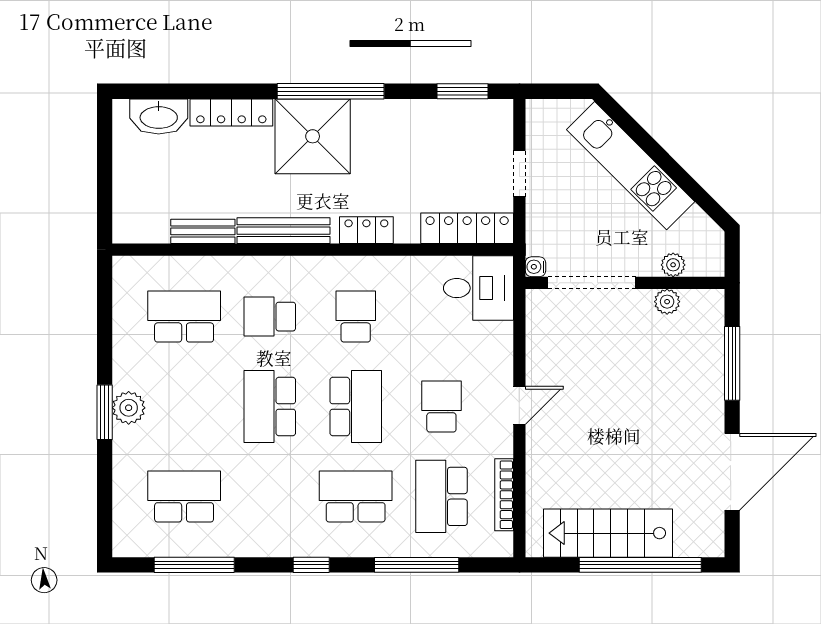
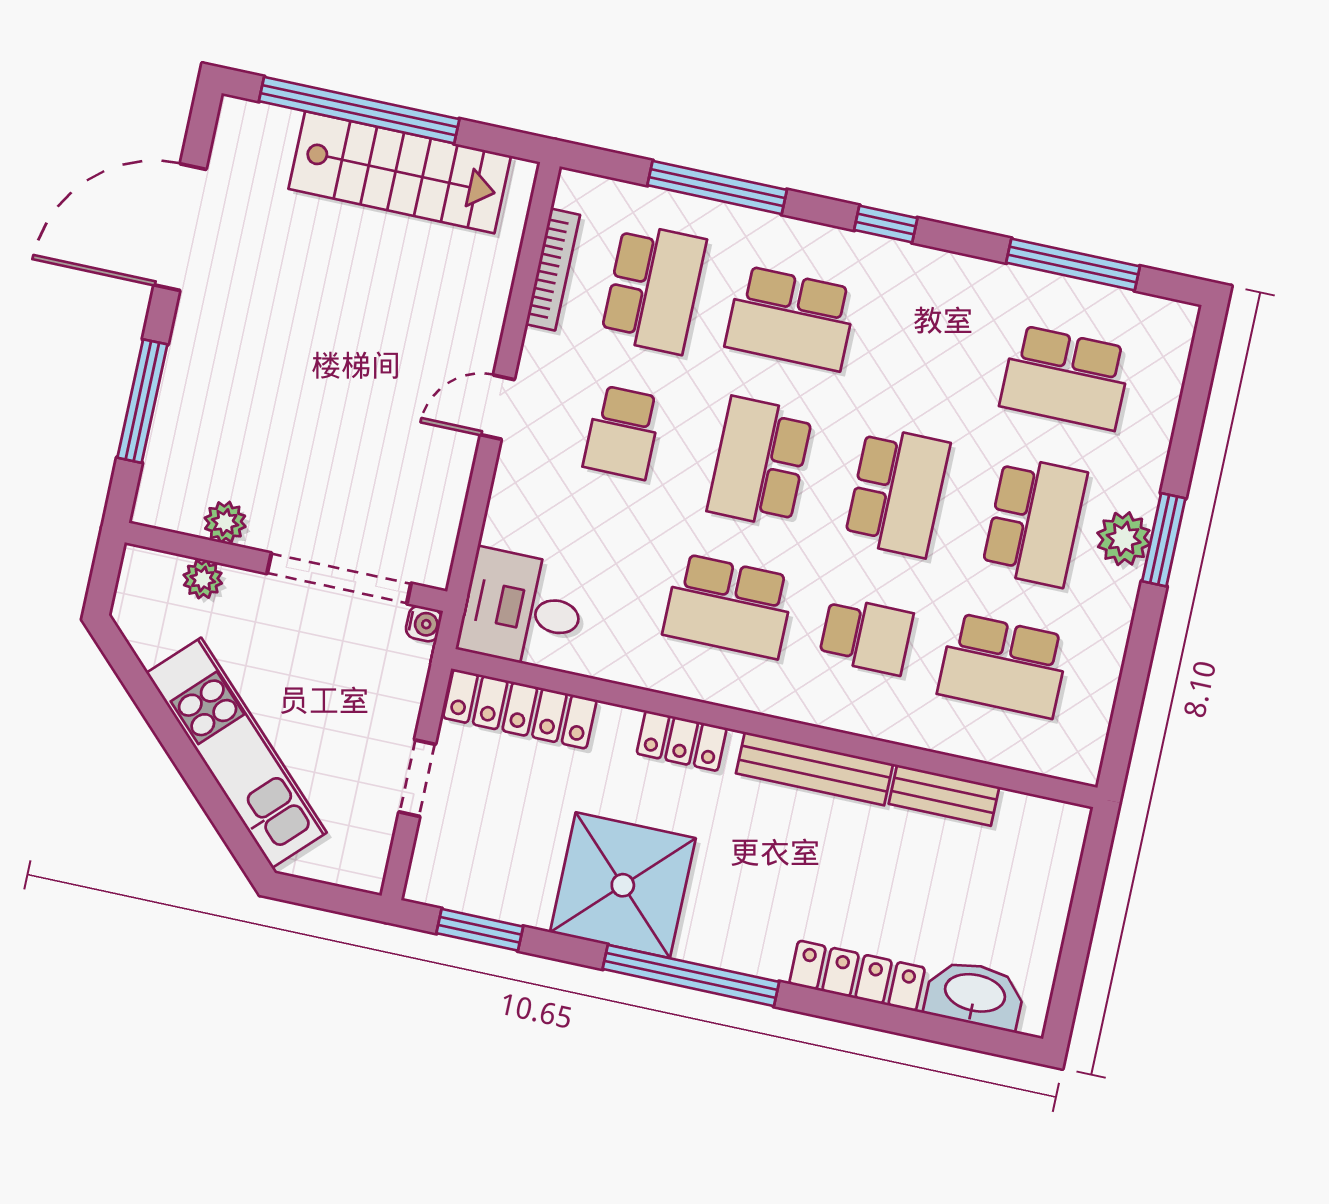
shower: (313, 136) -> (623, 885), moved
school desk: (356, 317) -> (729, 606), width x1.85
school desk: (184, 407) -> (1035, 522), added

